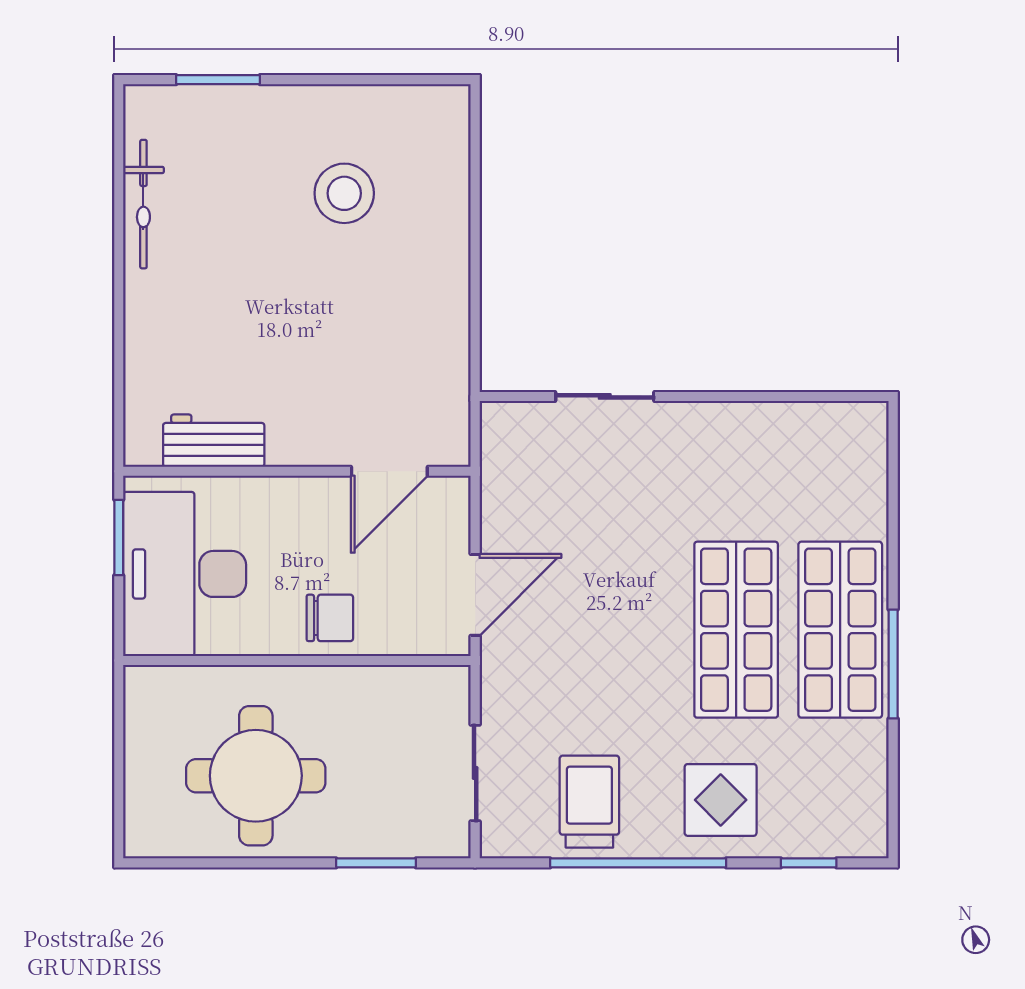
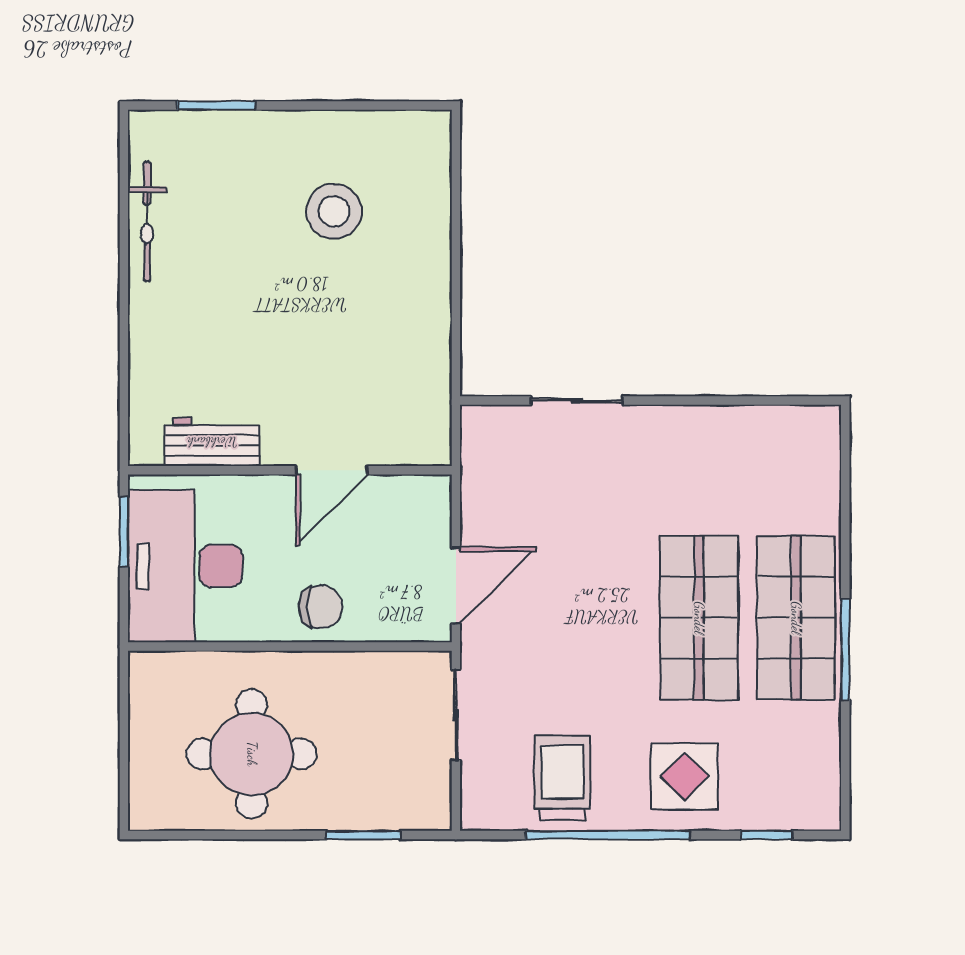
door: (389, 471) -> (332, 470), moved
sliding door: (475, 773) -> (456, 715), moved

